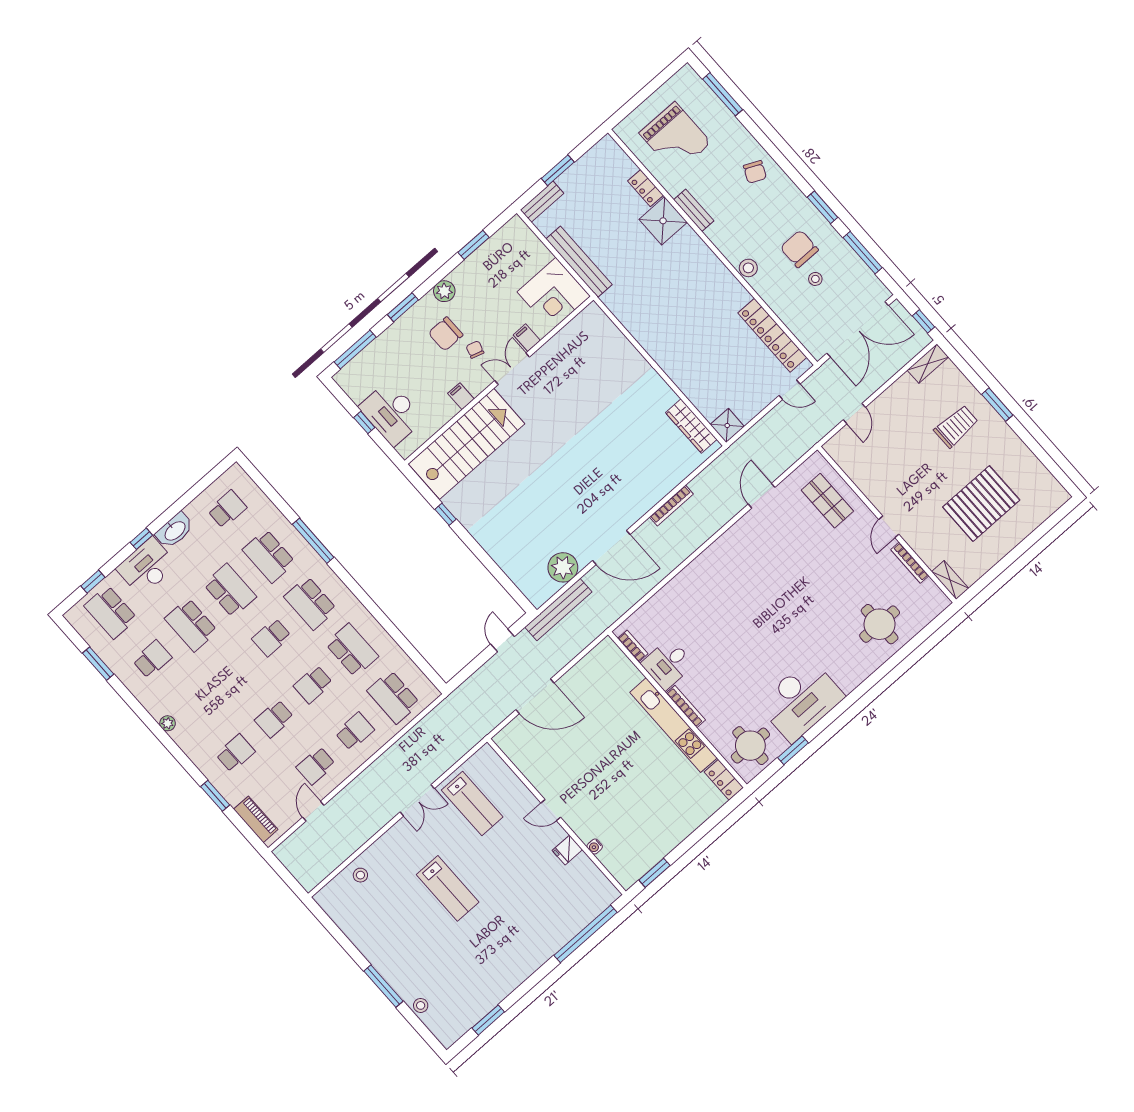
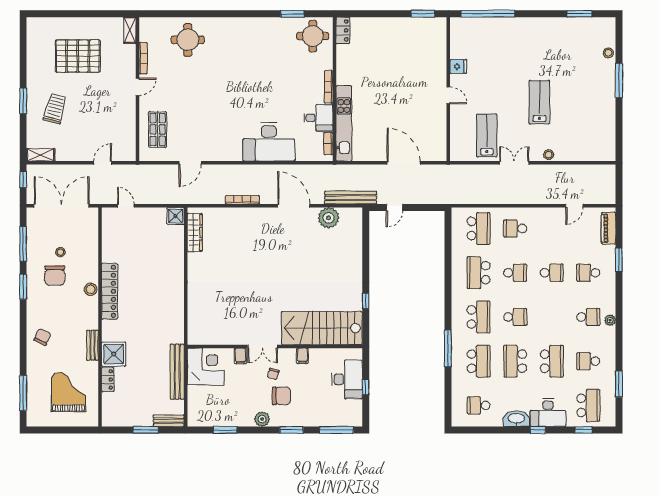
locker: (772, 335) -> (109, 291), moved
trolley: (956, 426) -> (55, 109), turned 105
desk: (801, 700) -> (269, 142), moved, turned 180
kitchen unit: (673, 725) -> (344, 123), moved
school desk: (316, 766) -> (588, 317), moved
water cooler: (595, 847) -> (442, 56), removed
stool: (360, 875) -> (549, 155), moved

